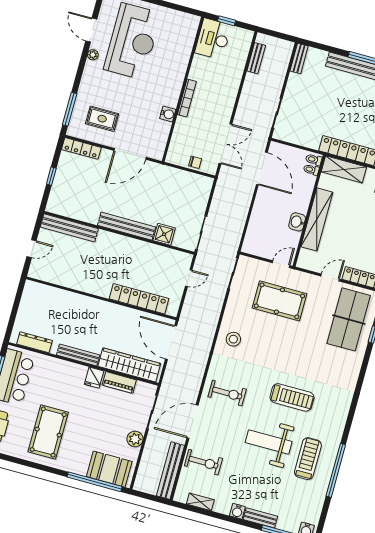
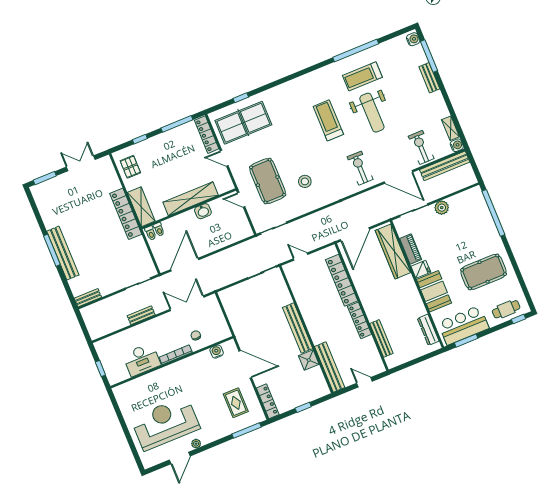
desk: (213, 39) -> (142, 360), moved
bench: (256, 58) -> (141, 315), moved
water cooler: (168, 114) -> (217, 352), moved
chair: (195, 162) -> (196, 335), moved
shower: (164, 234) -> (309, 360), moved
locker: (90, 287) -> (360, 320), added
stool: (233, 339) -> (305, 181), moved
bench: (78, 355) -> (381, 338), moved
booth: (109, 469) -> (434, 291), moved
water cooler: (237, 511) -> (457, 145), moved

